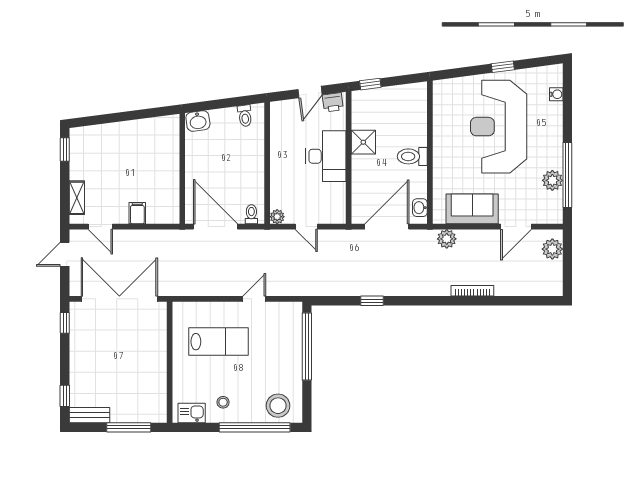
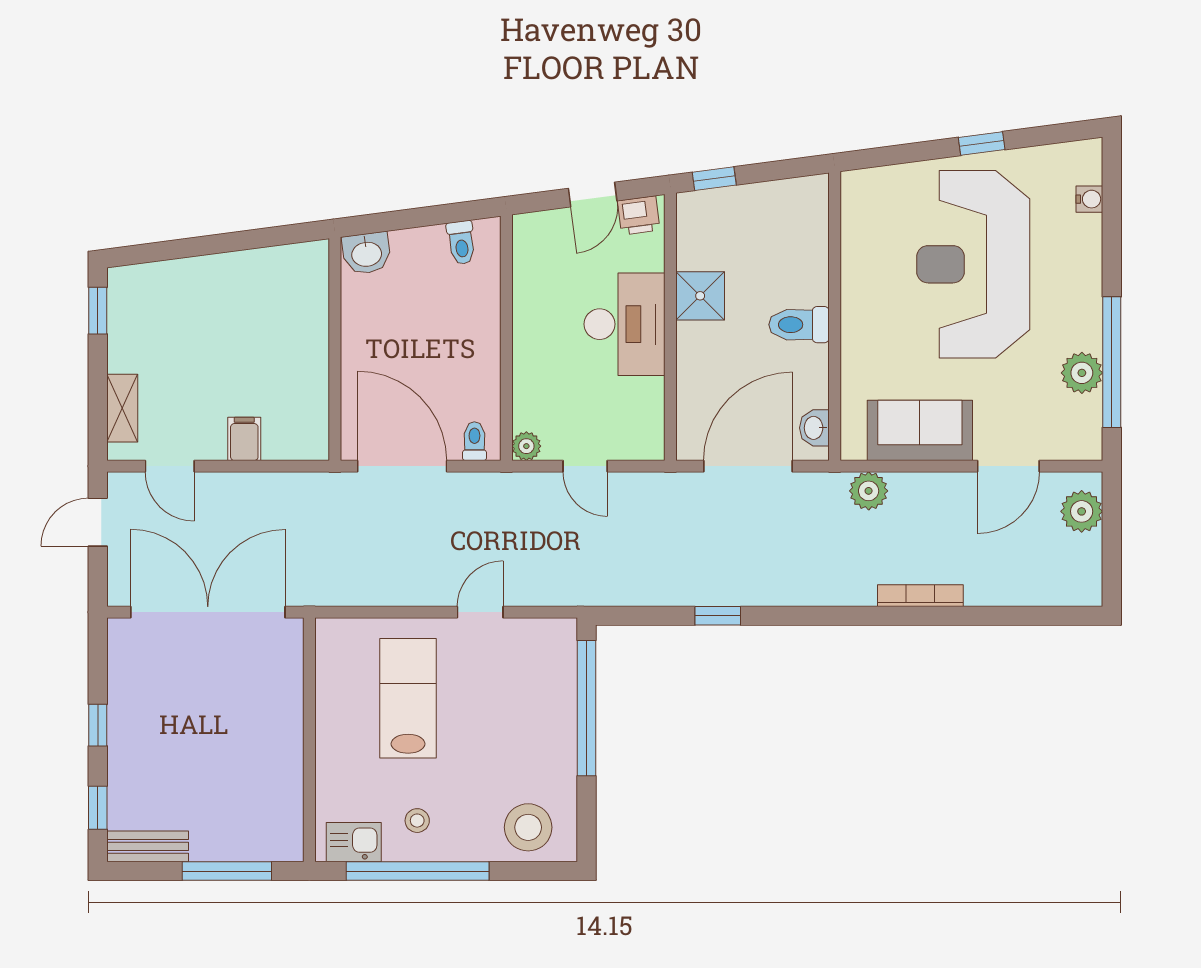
window: (65, 323) -> (98, 725), moved
lab bench: (218, 342) -> (408, 698), turned -90
window: (255, 427) -> (418, 871), moved

